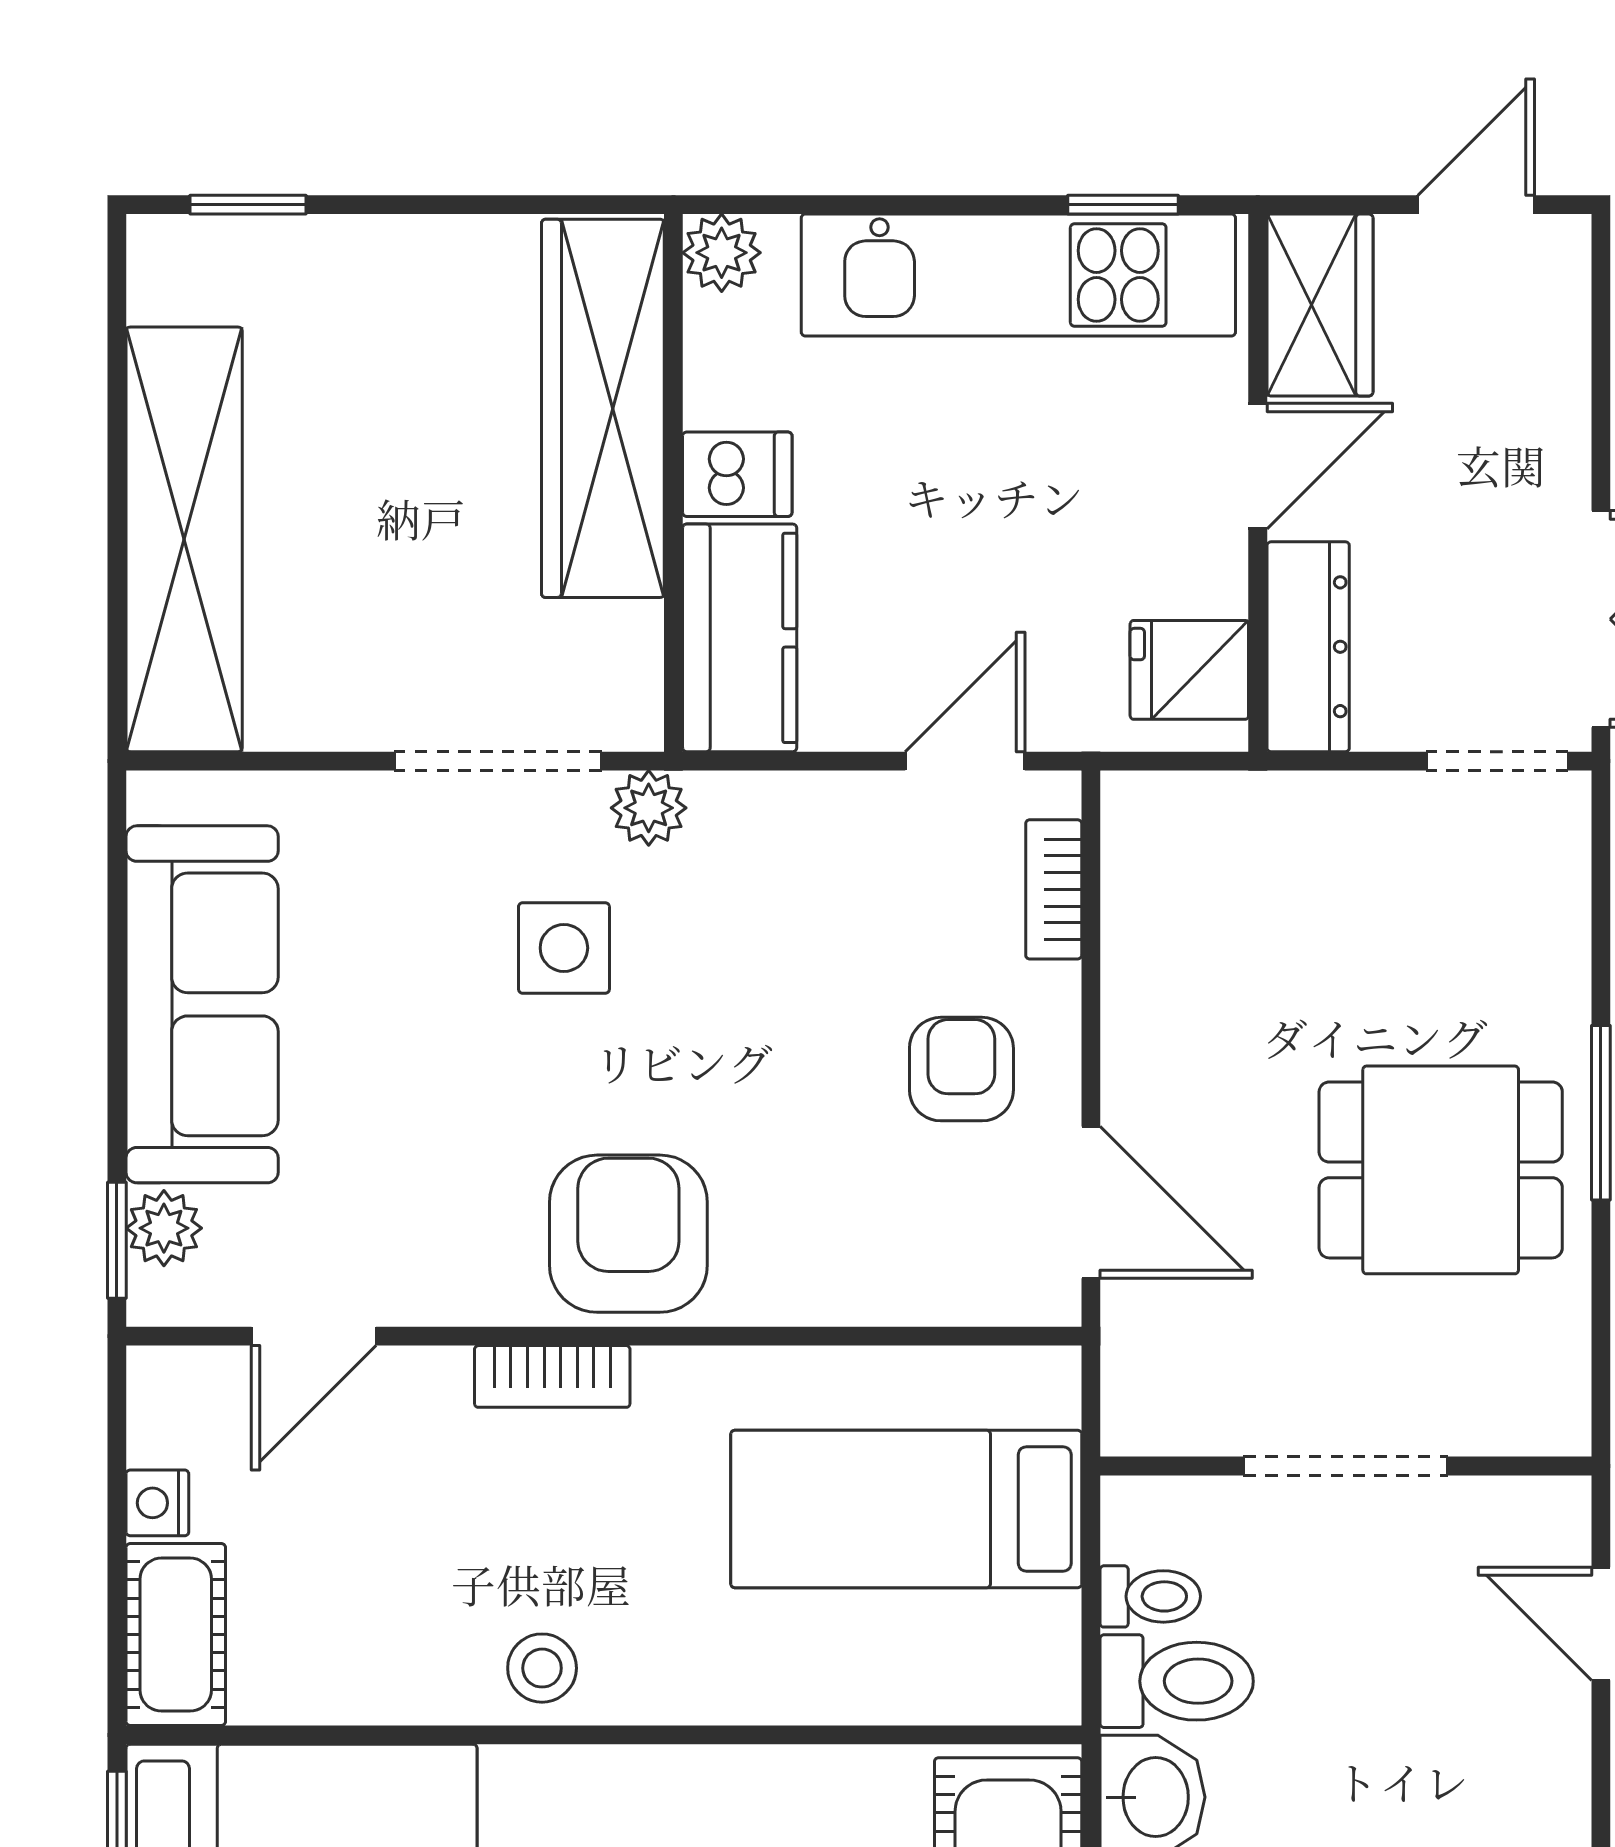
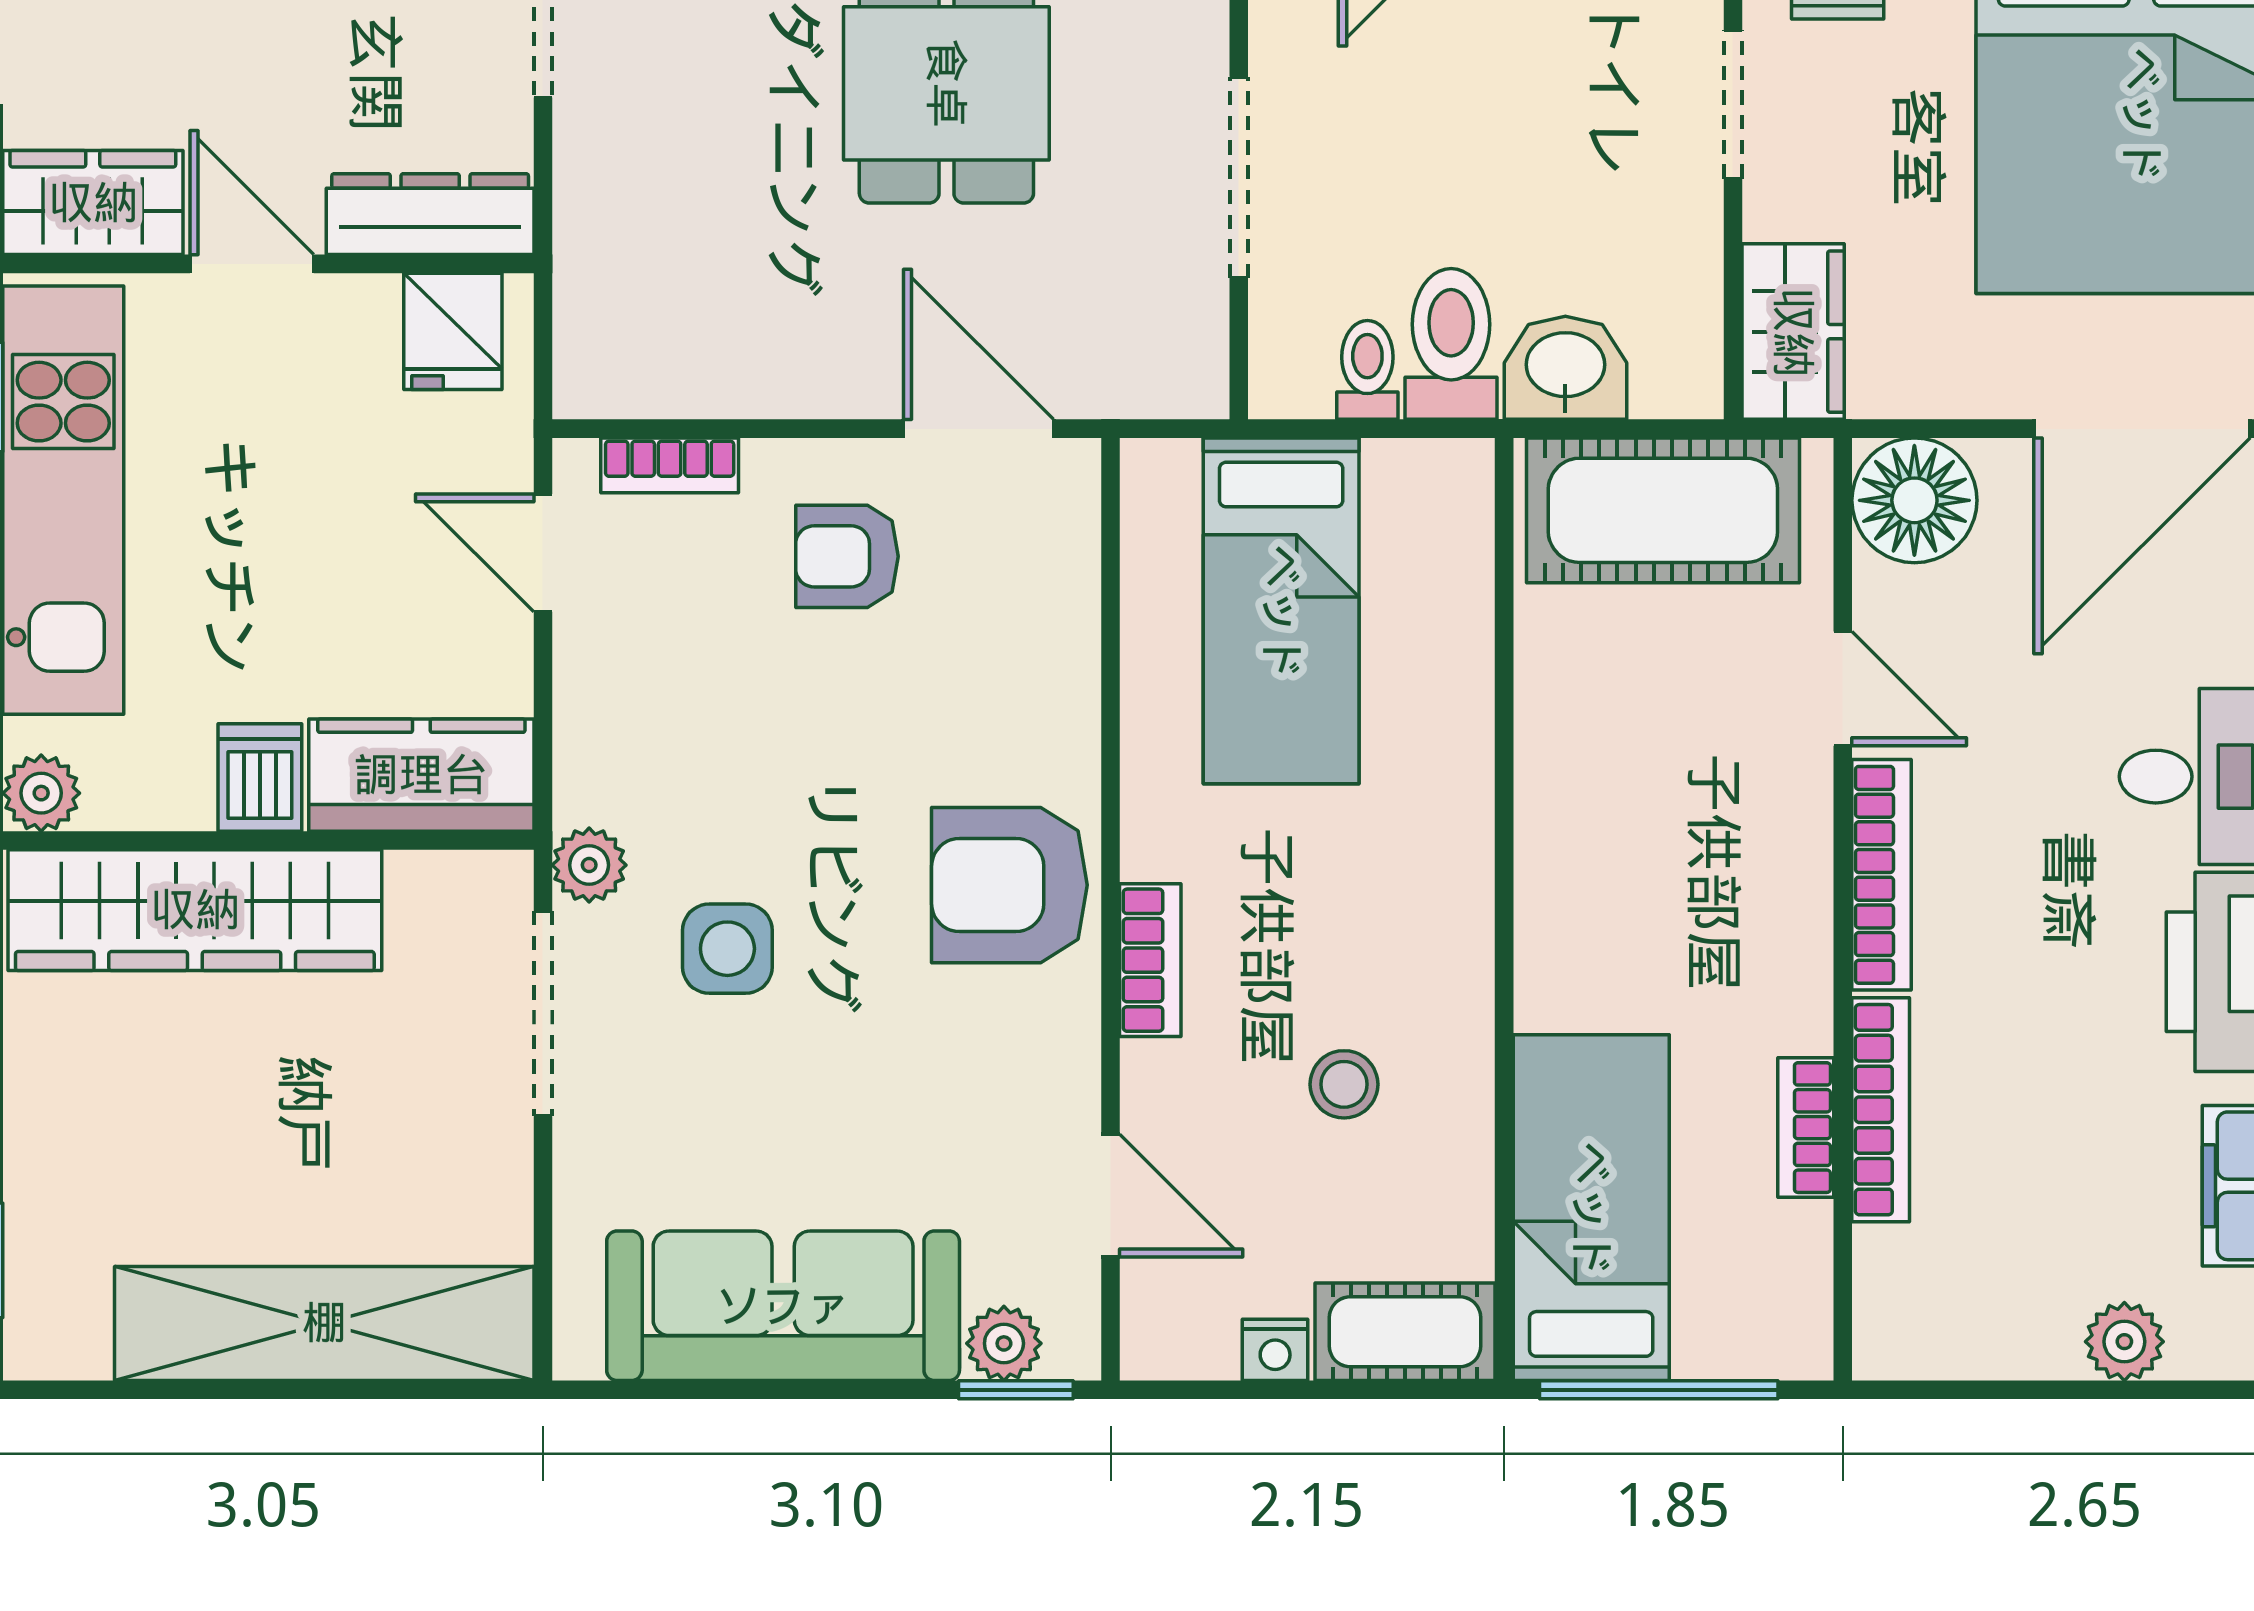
door: (1091, 1202) -> (979, 429), hinge flipped
stool: (542, 1668) -> (1344, 1084), moved

